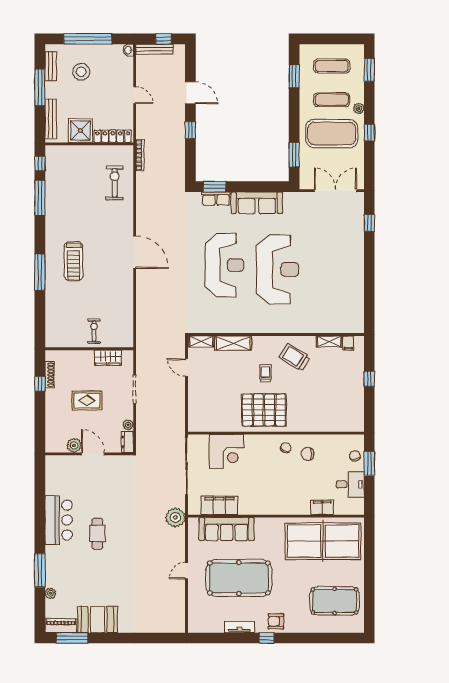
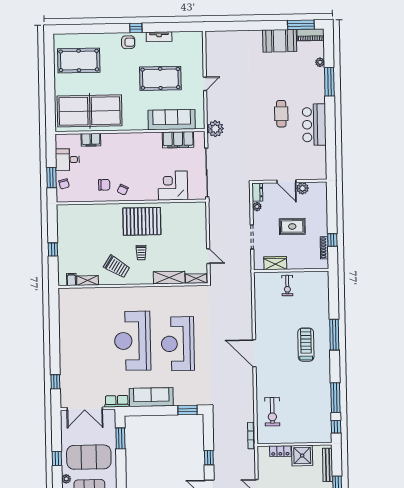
locker: (113, 136) -> (280, 451), width x0.66
row of seats: (216, 199) -> (117, 401), moved
pool table: (239, 578) -> (160, 78), width x0.73, depth x0.76

